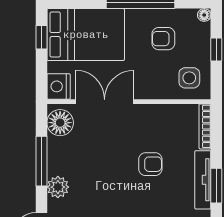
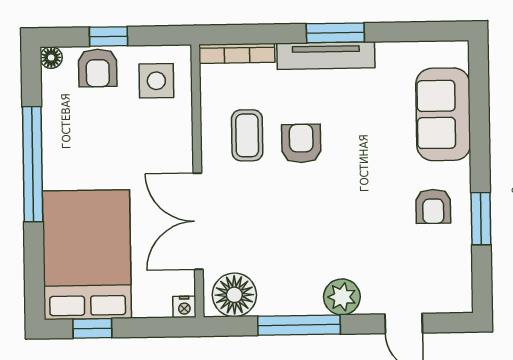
armchair: (163, 39) -> (98, 68), moved
nightstand: (59, 86) -> (184, 307), width x0.53, depth x0.56
coffee table: (156, 132) -> (247, 135), added

